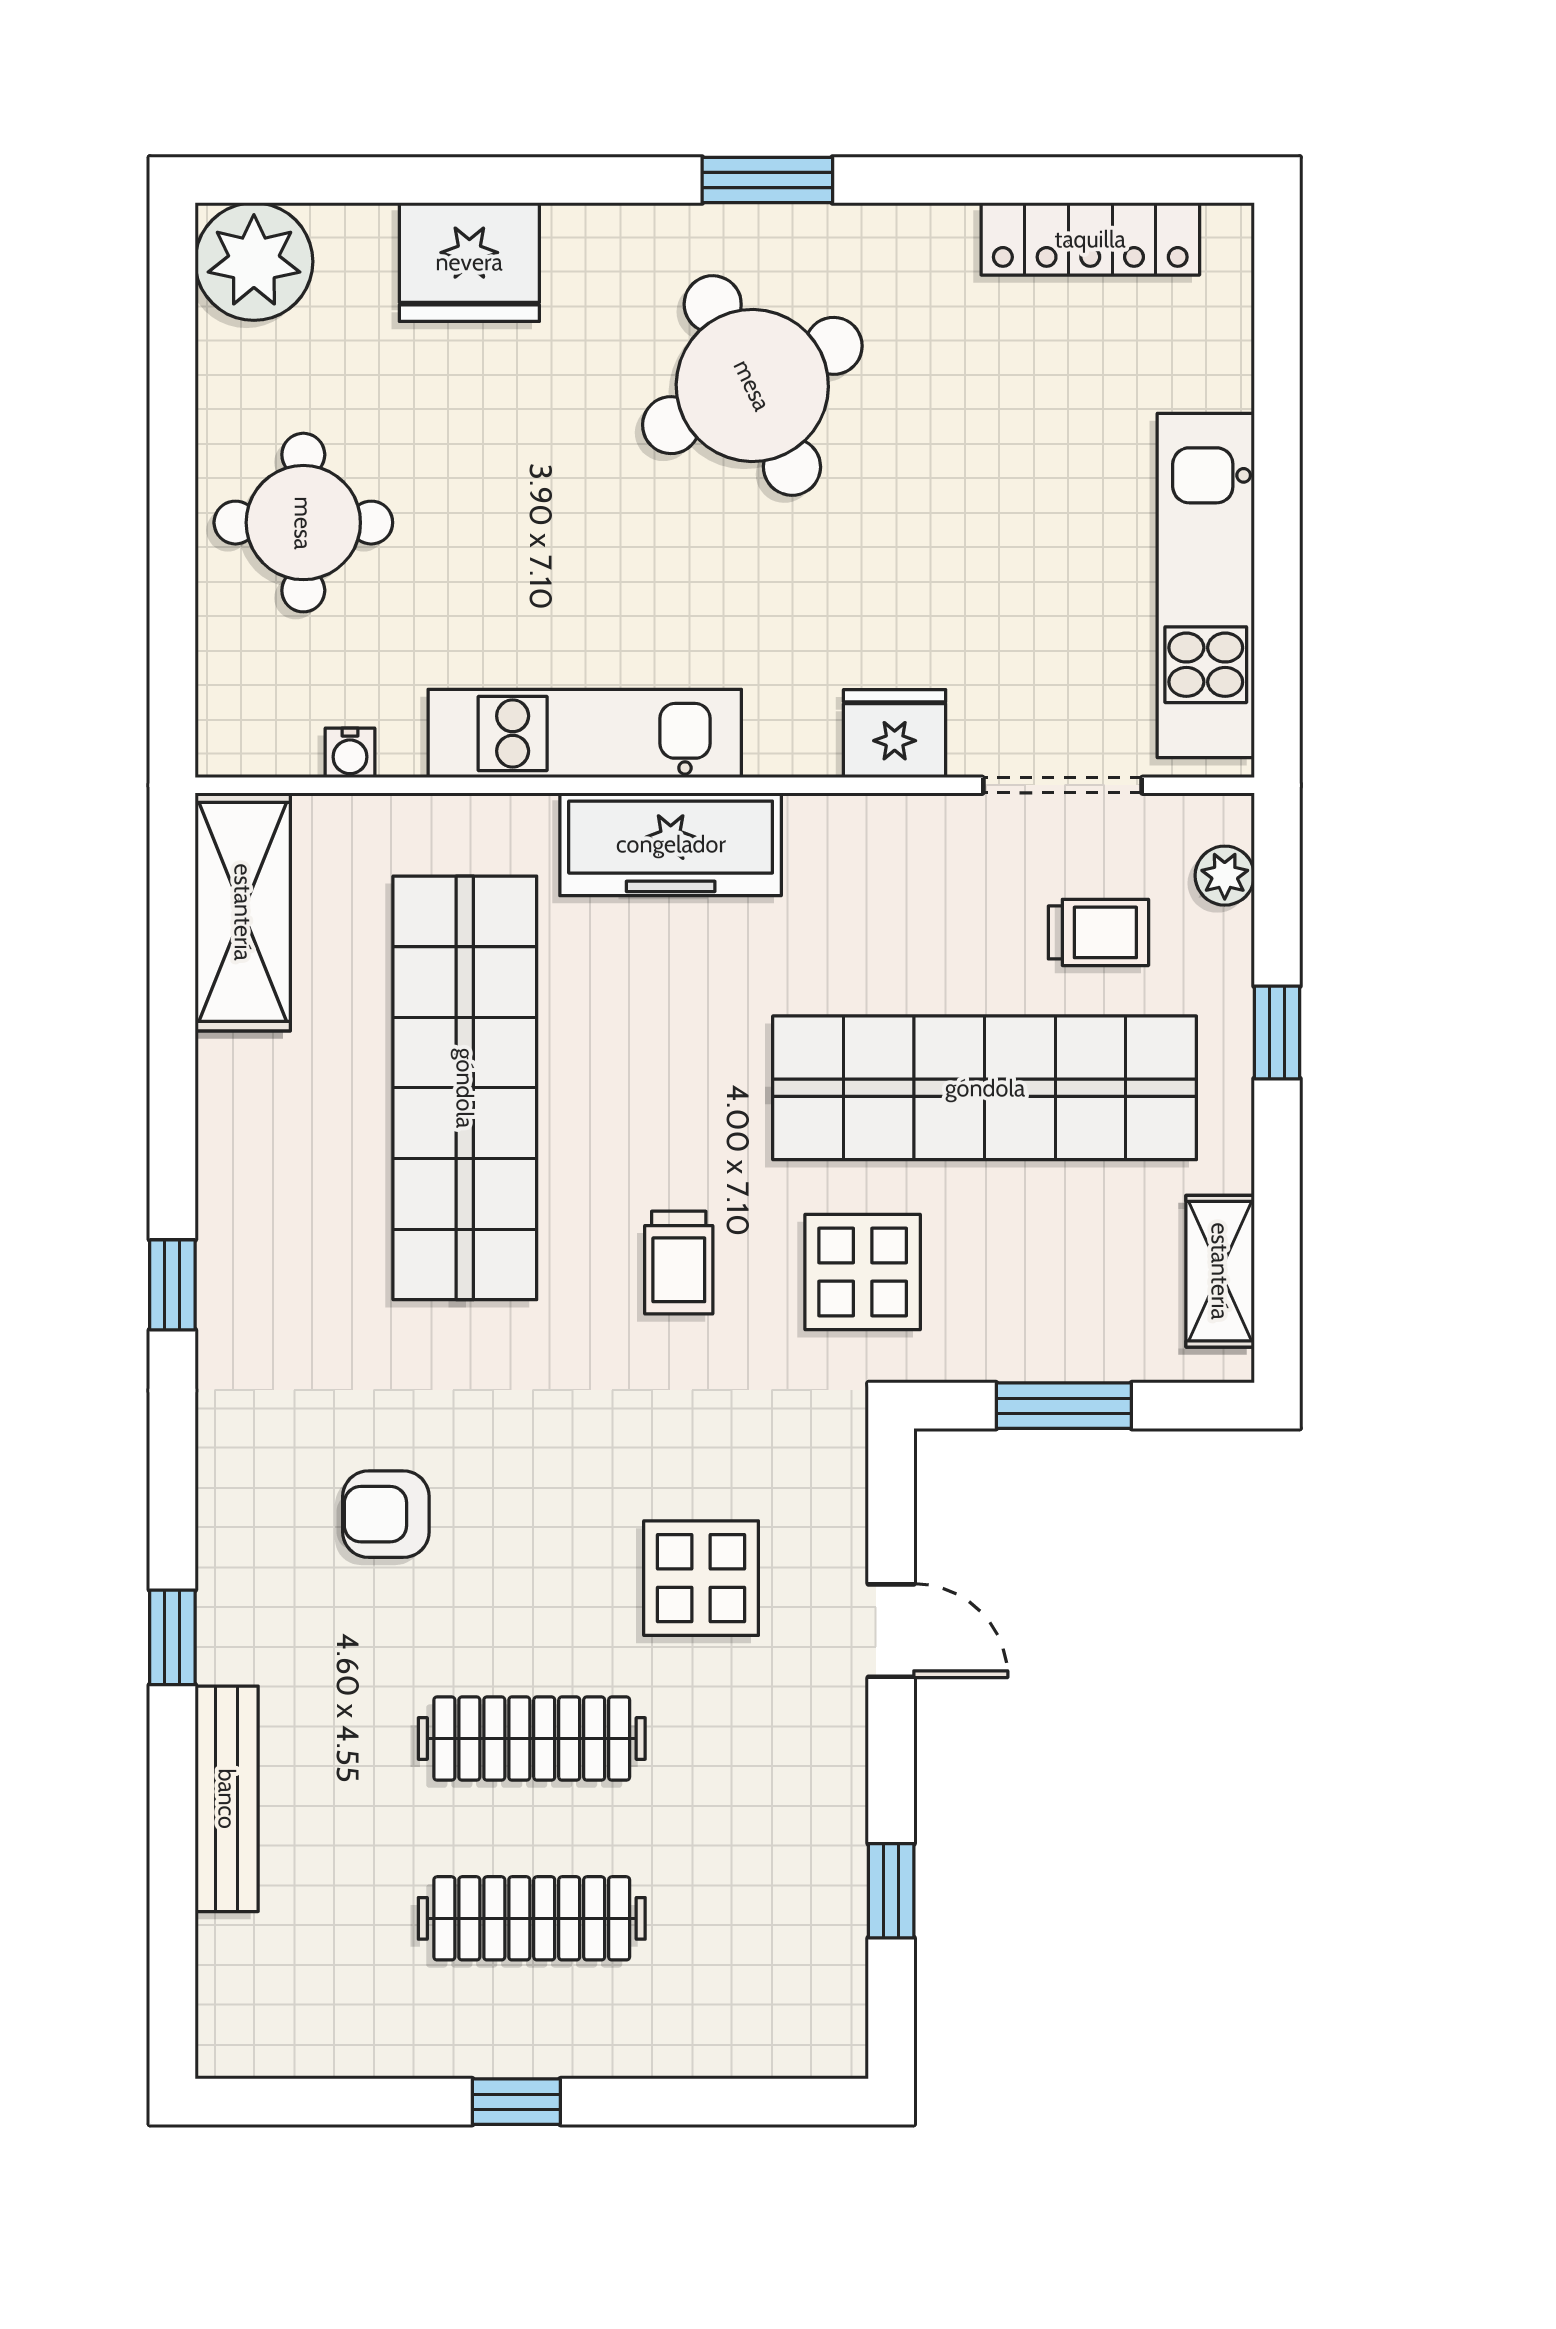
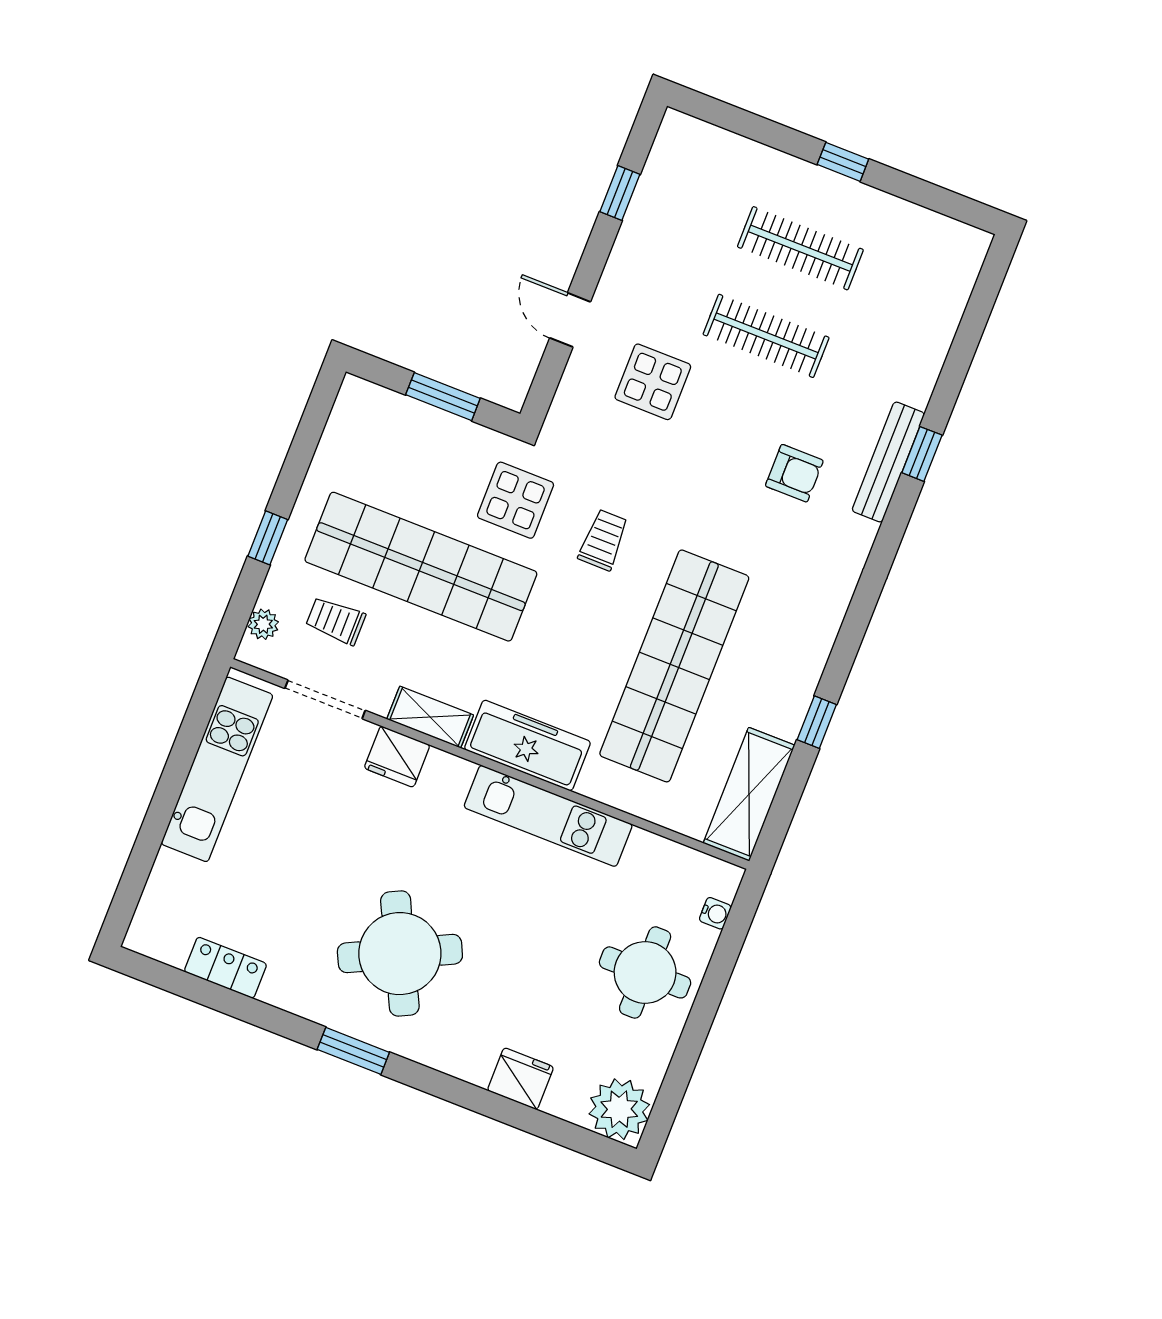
locker: (1090, 239) -> (225, 968), width x0.66
fridge: (469, 262) -> (520, 1079), width x0.73, depth x0.75
water cooler: (350, 753) -> (715, 913), moved, turned 90
shelving: (1220, 1271) -> (430, 717), moved, turned 90
window: (172, 1285) -> (817, 722), moved
bench: (227, 1799) -> (888, 462), moved

